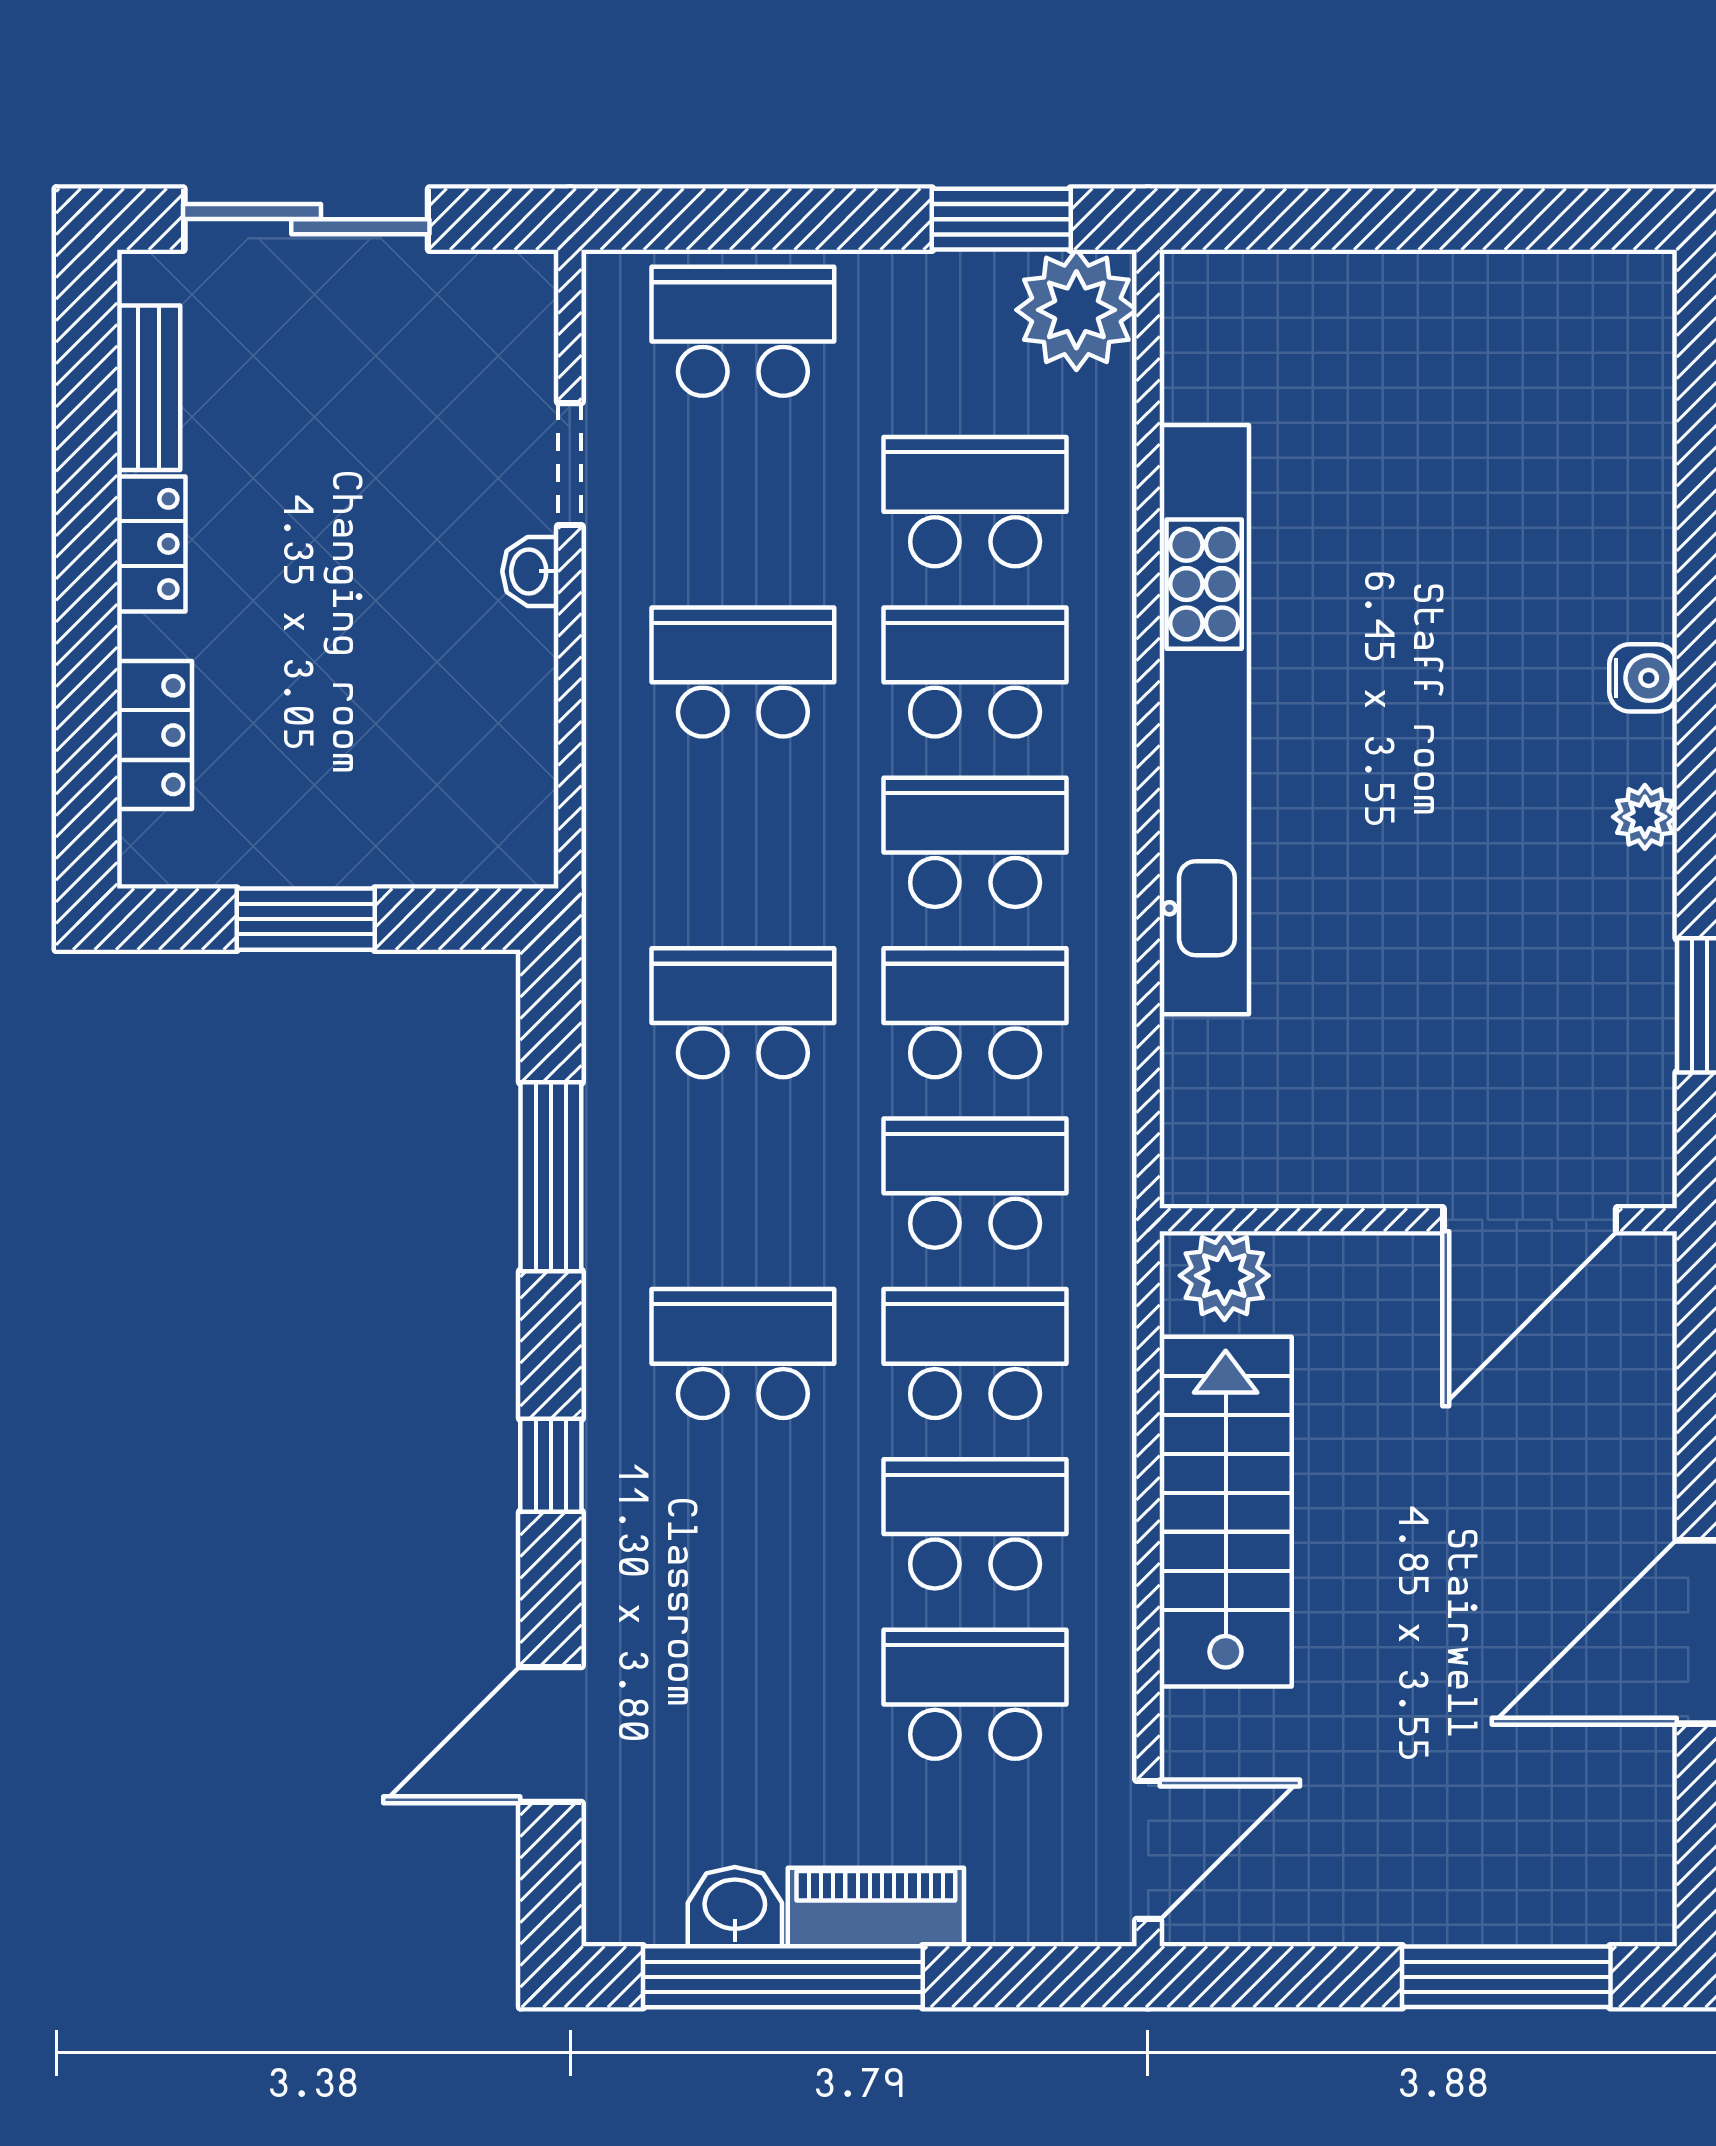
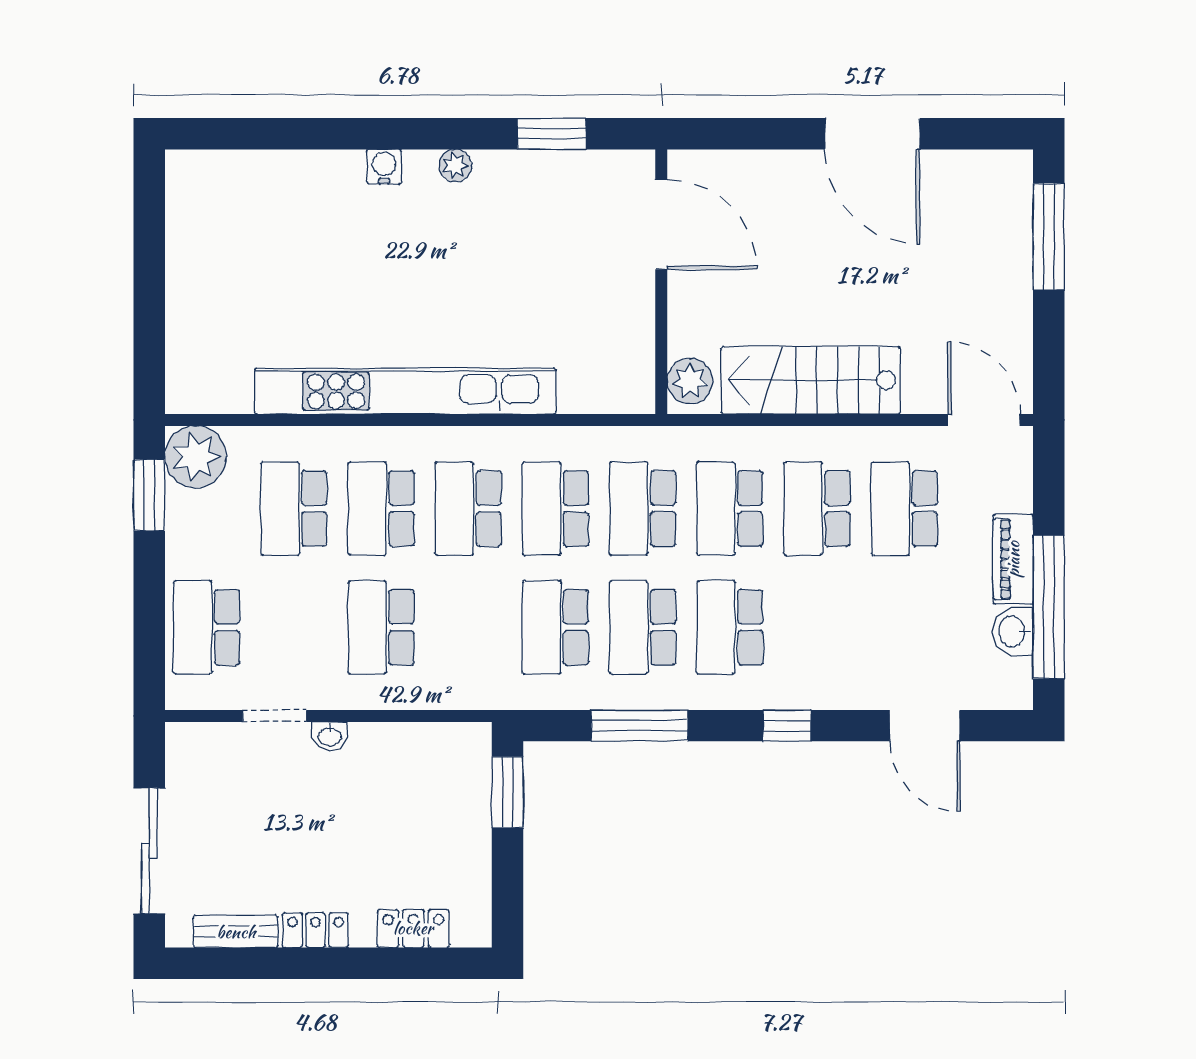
window: (306, 919) -> (508, 792), moved
school desk: (743, 1183) -> (643, 627), added

